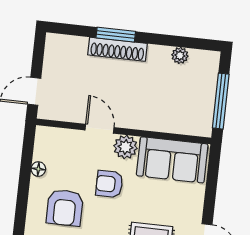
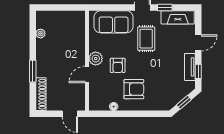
shoe rack: (118, 49) -> (41, 94), moved
window: (221, 101) -> (64, 8), removed
sofa: (172, 160) -> (114, 22), moved, turned 90

